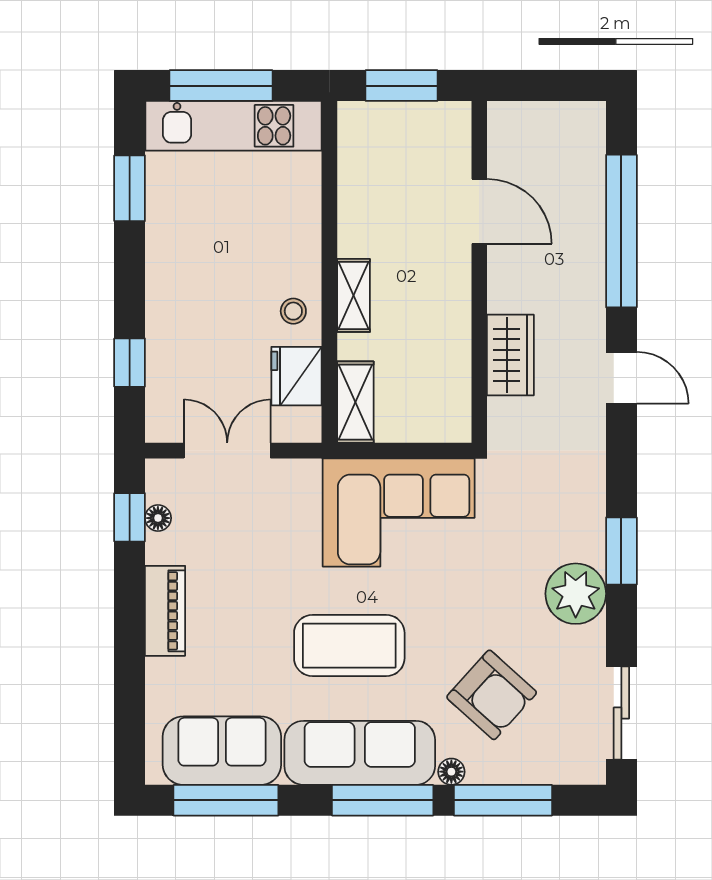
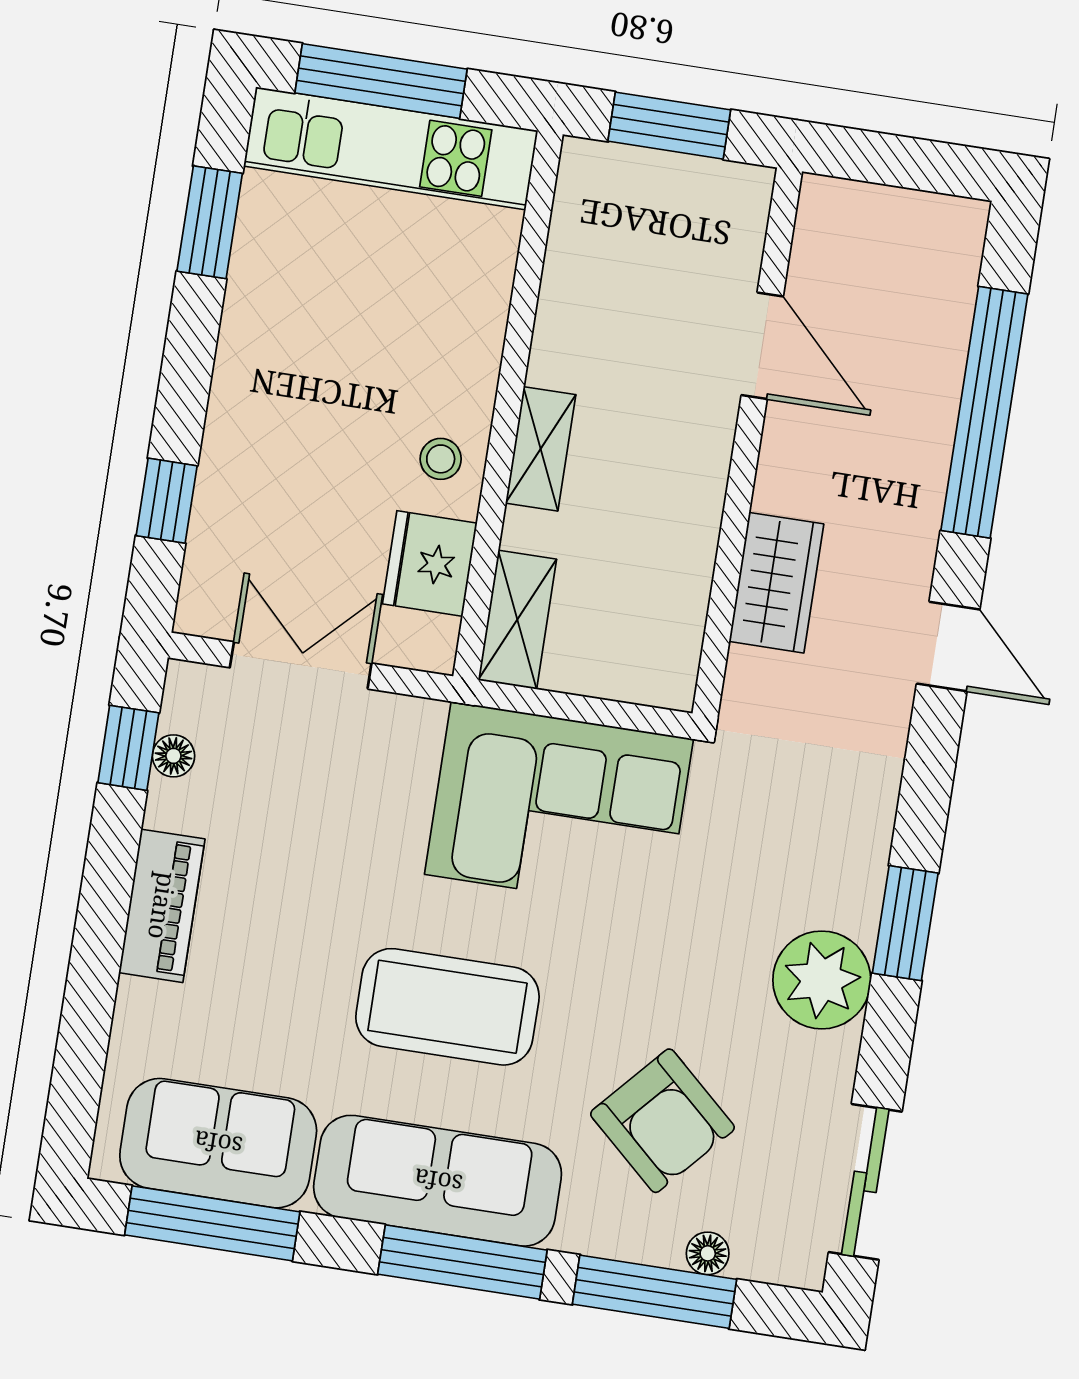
floor lamp: (451, 772) -> (708, 1253), moved

